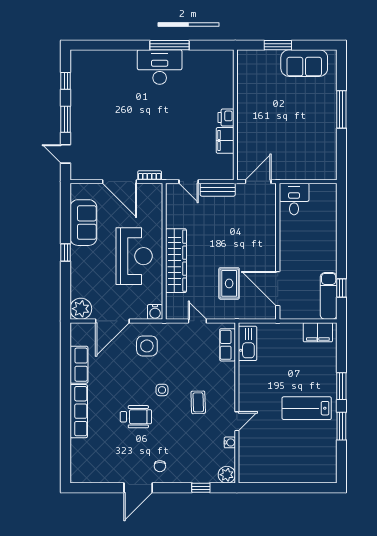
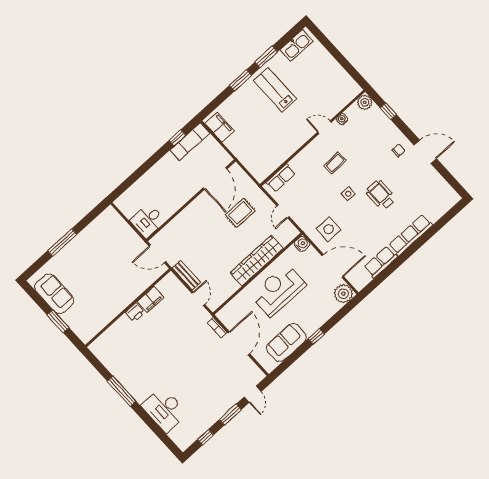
desk: (160, 67) -> (164, 410), moved
kitchen sink: (247, 343) -> (296, 46), moved, turned 180
lab bench: (307, 408) -> (275, 90), turned 180

